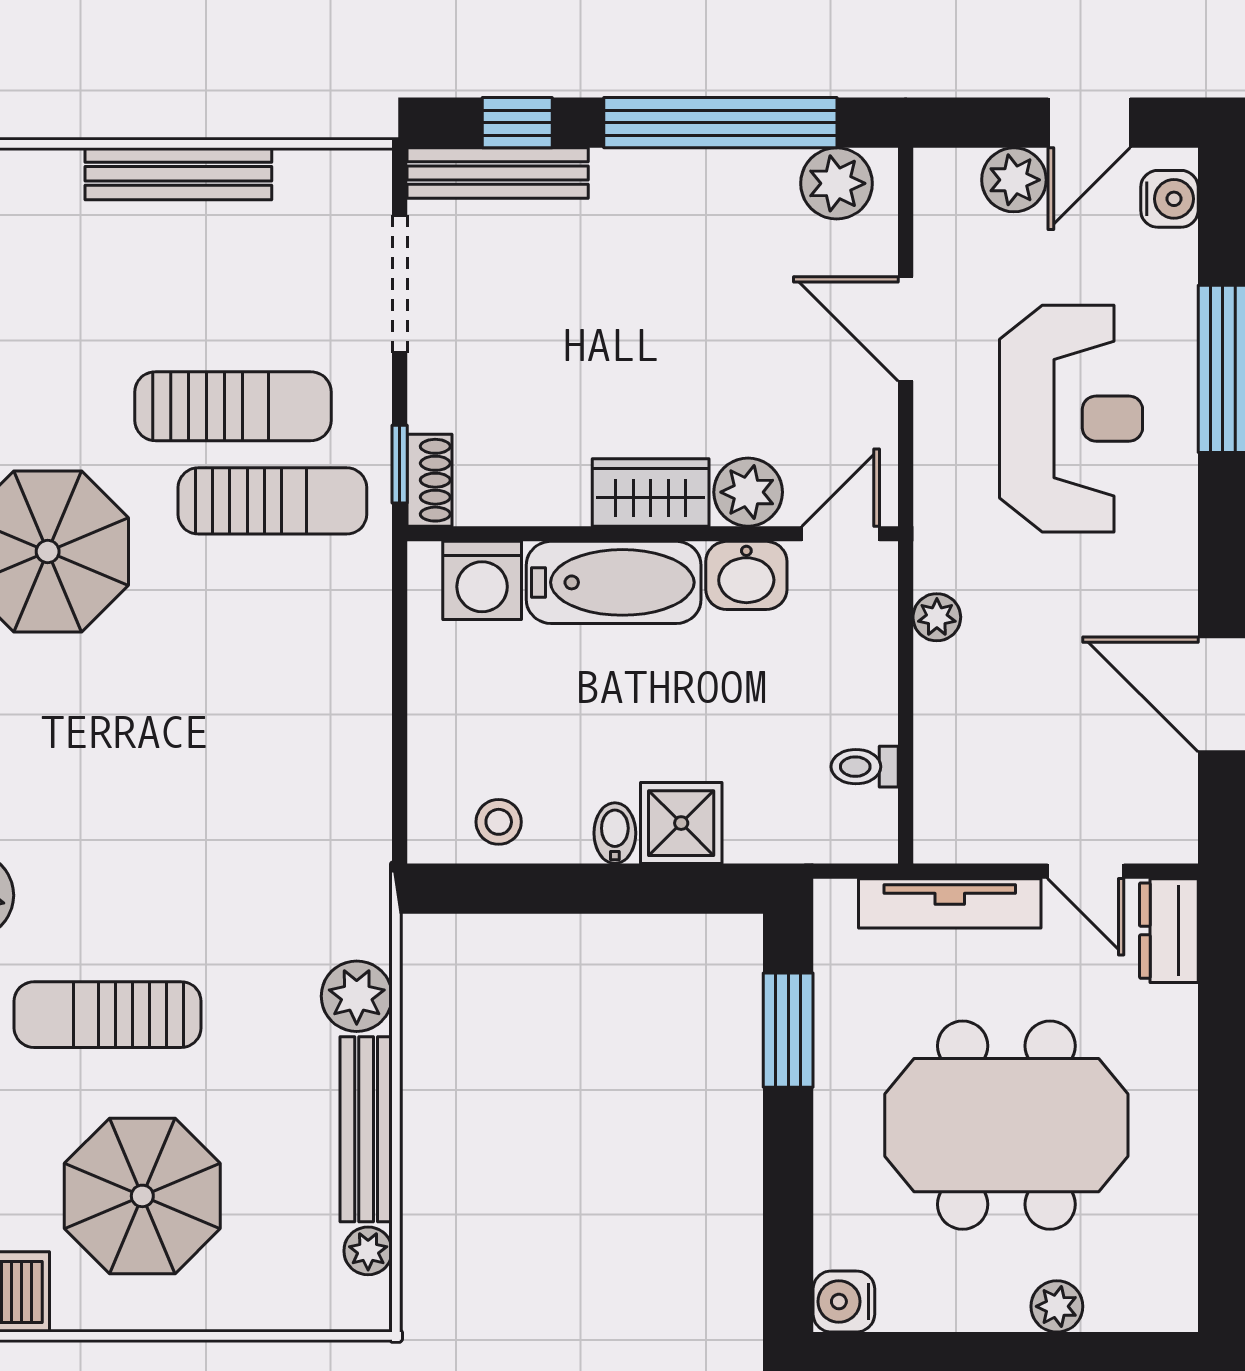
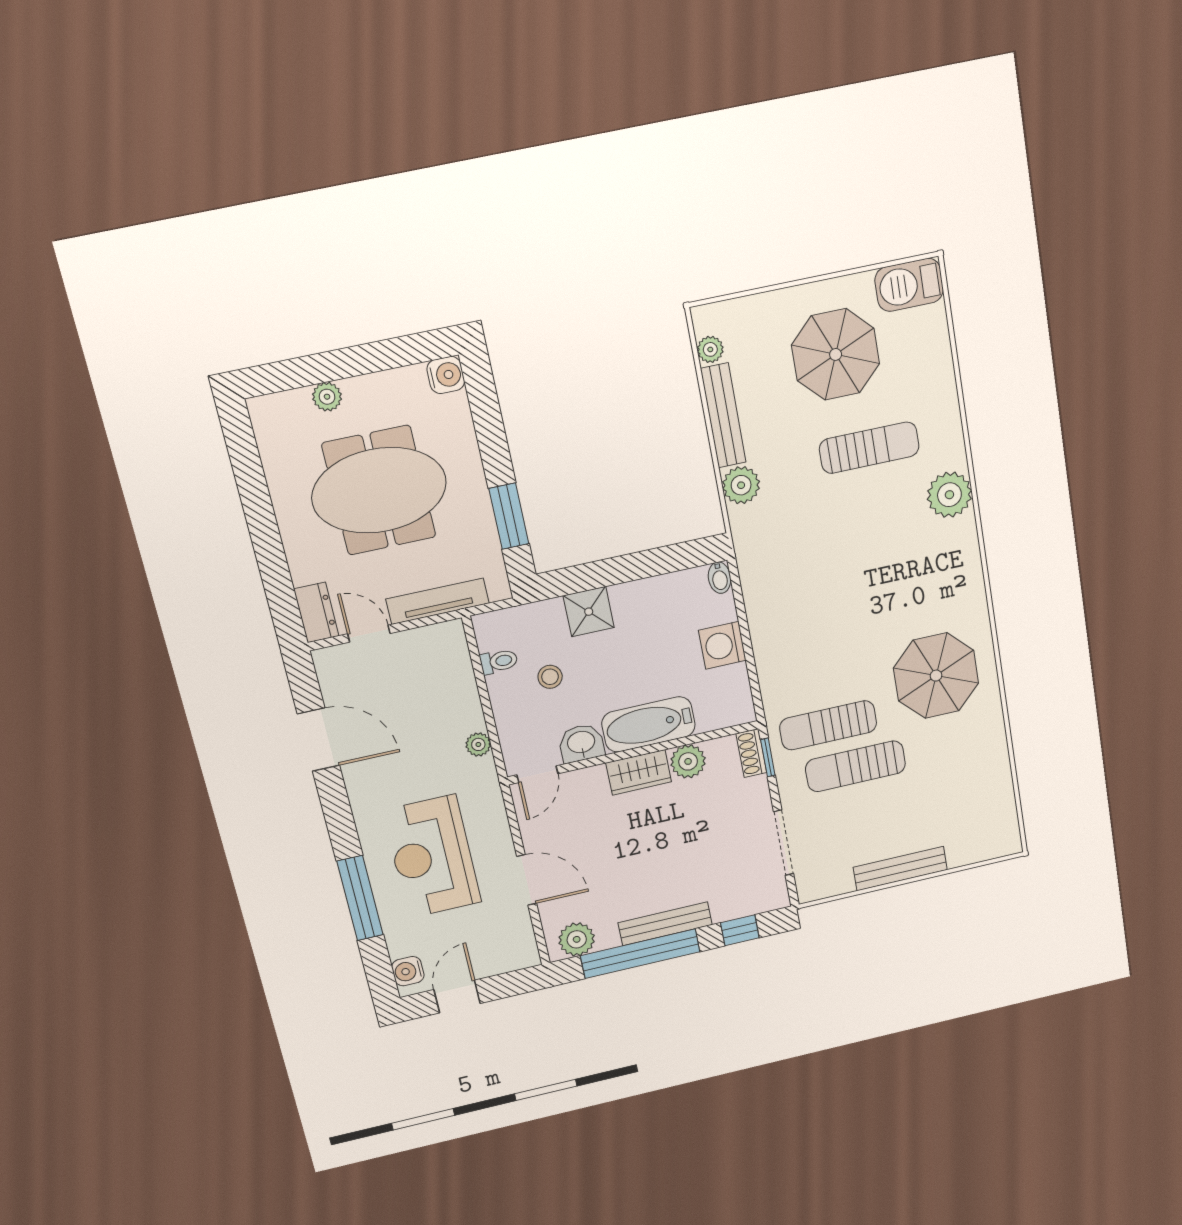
bench: (498, 173) -> (665, 924), moved
plant: (1014, 180) -> (488, 962), removed
plant: (748, 492) -> (688, 761), moved
washing machine: (482, 580) -> (722, 645), moved, turned -90
stool: (499, 822) -> (550, 677), moved
bidet: (615, 833) -> (720, 578), moved

